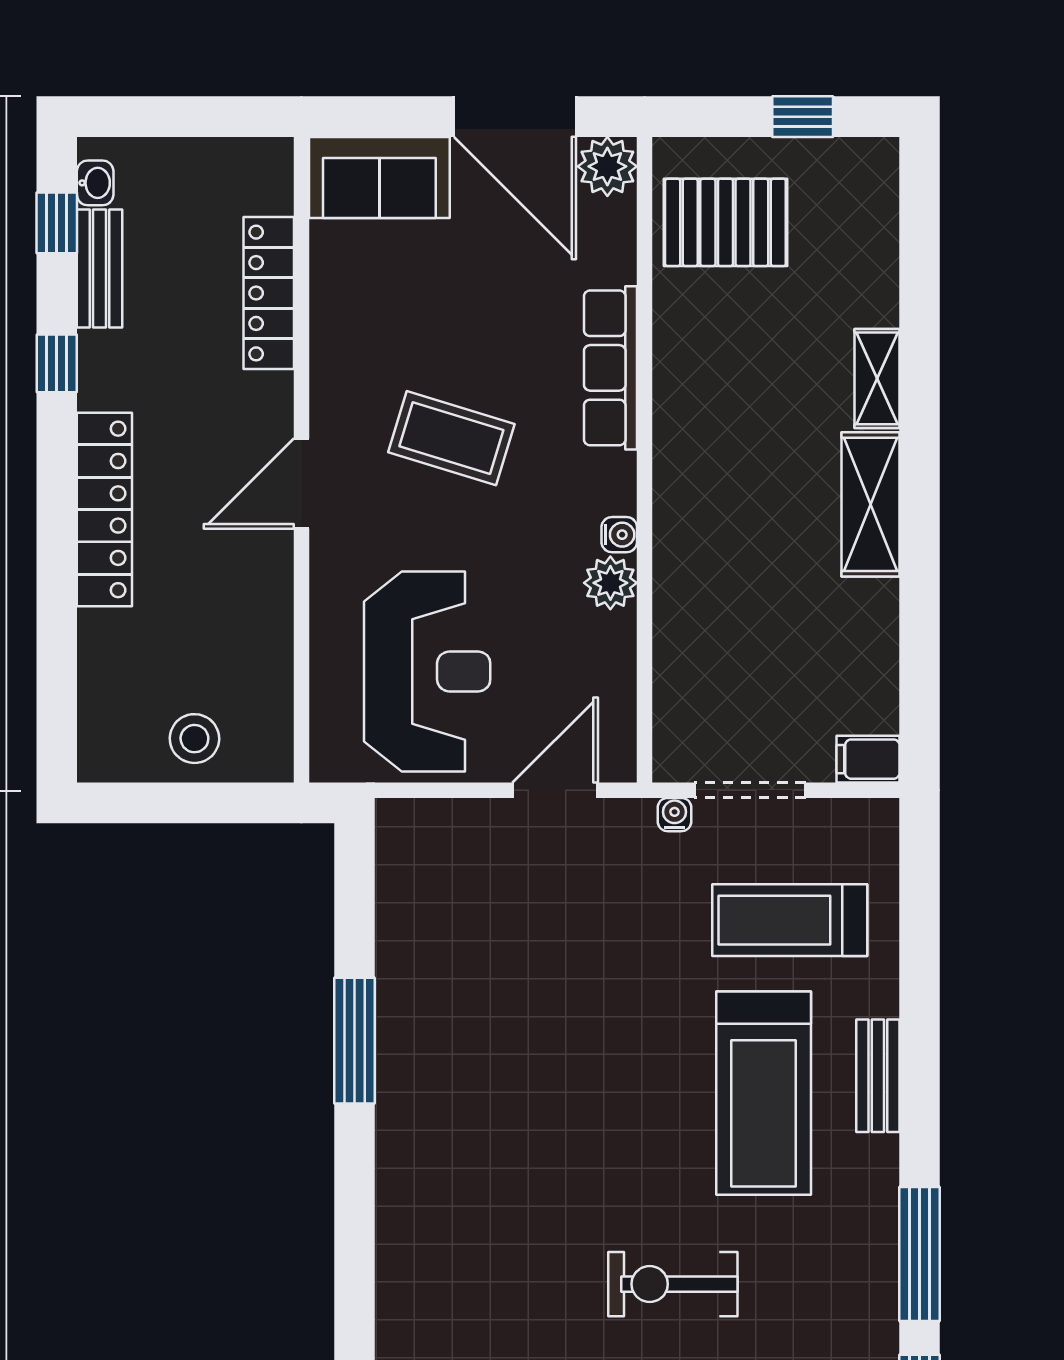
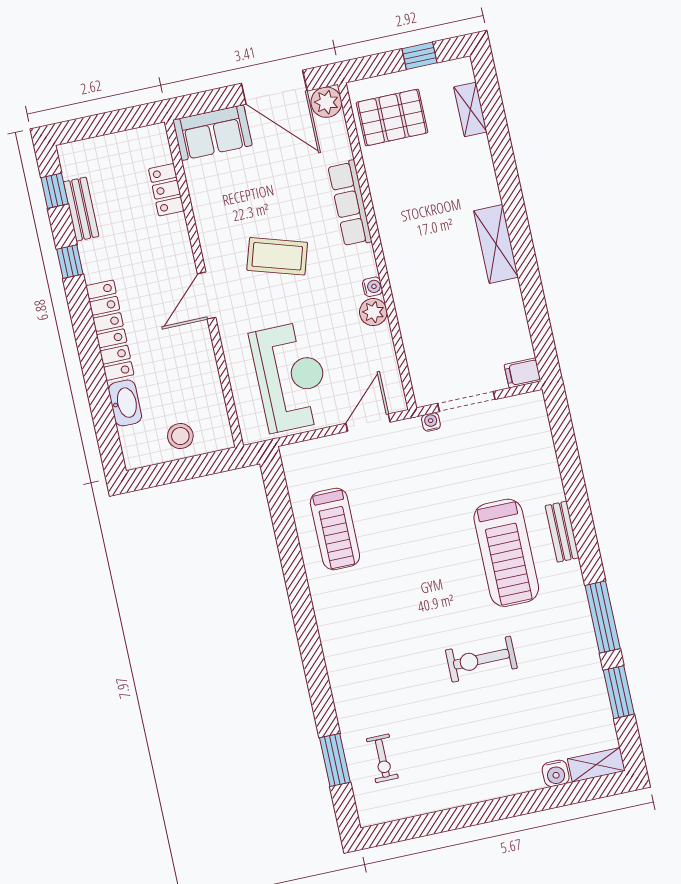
washbasin: (95, 183) -> (125, 403), moved, width x1.91, depth x1.45
locker: (269, 293) -> (166, 190), width x0.66
shelving: (877, 378) -> (470, 109), moved
treadmill: (790, 920) -> (335, 529), moved, turned -90
window: (354, 1041) -> (294, 571), removed

